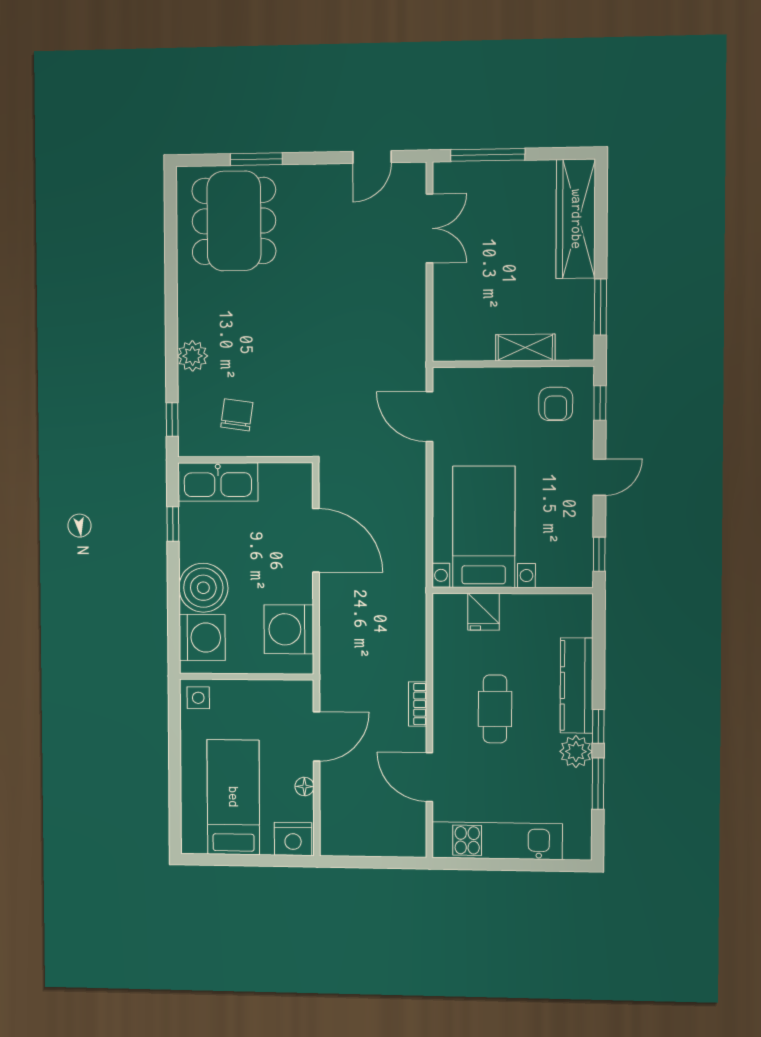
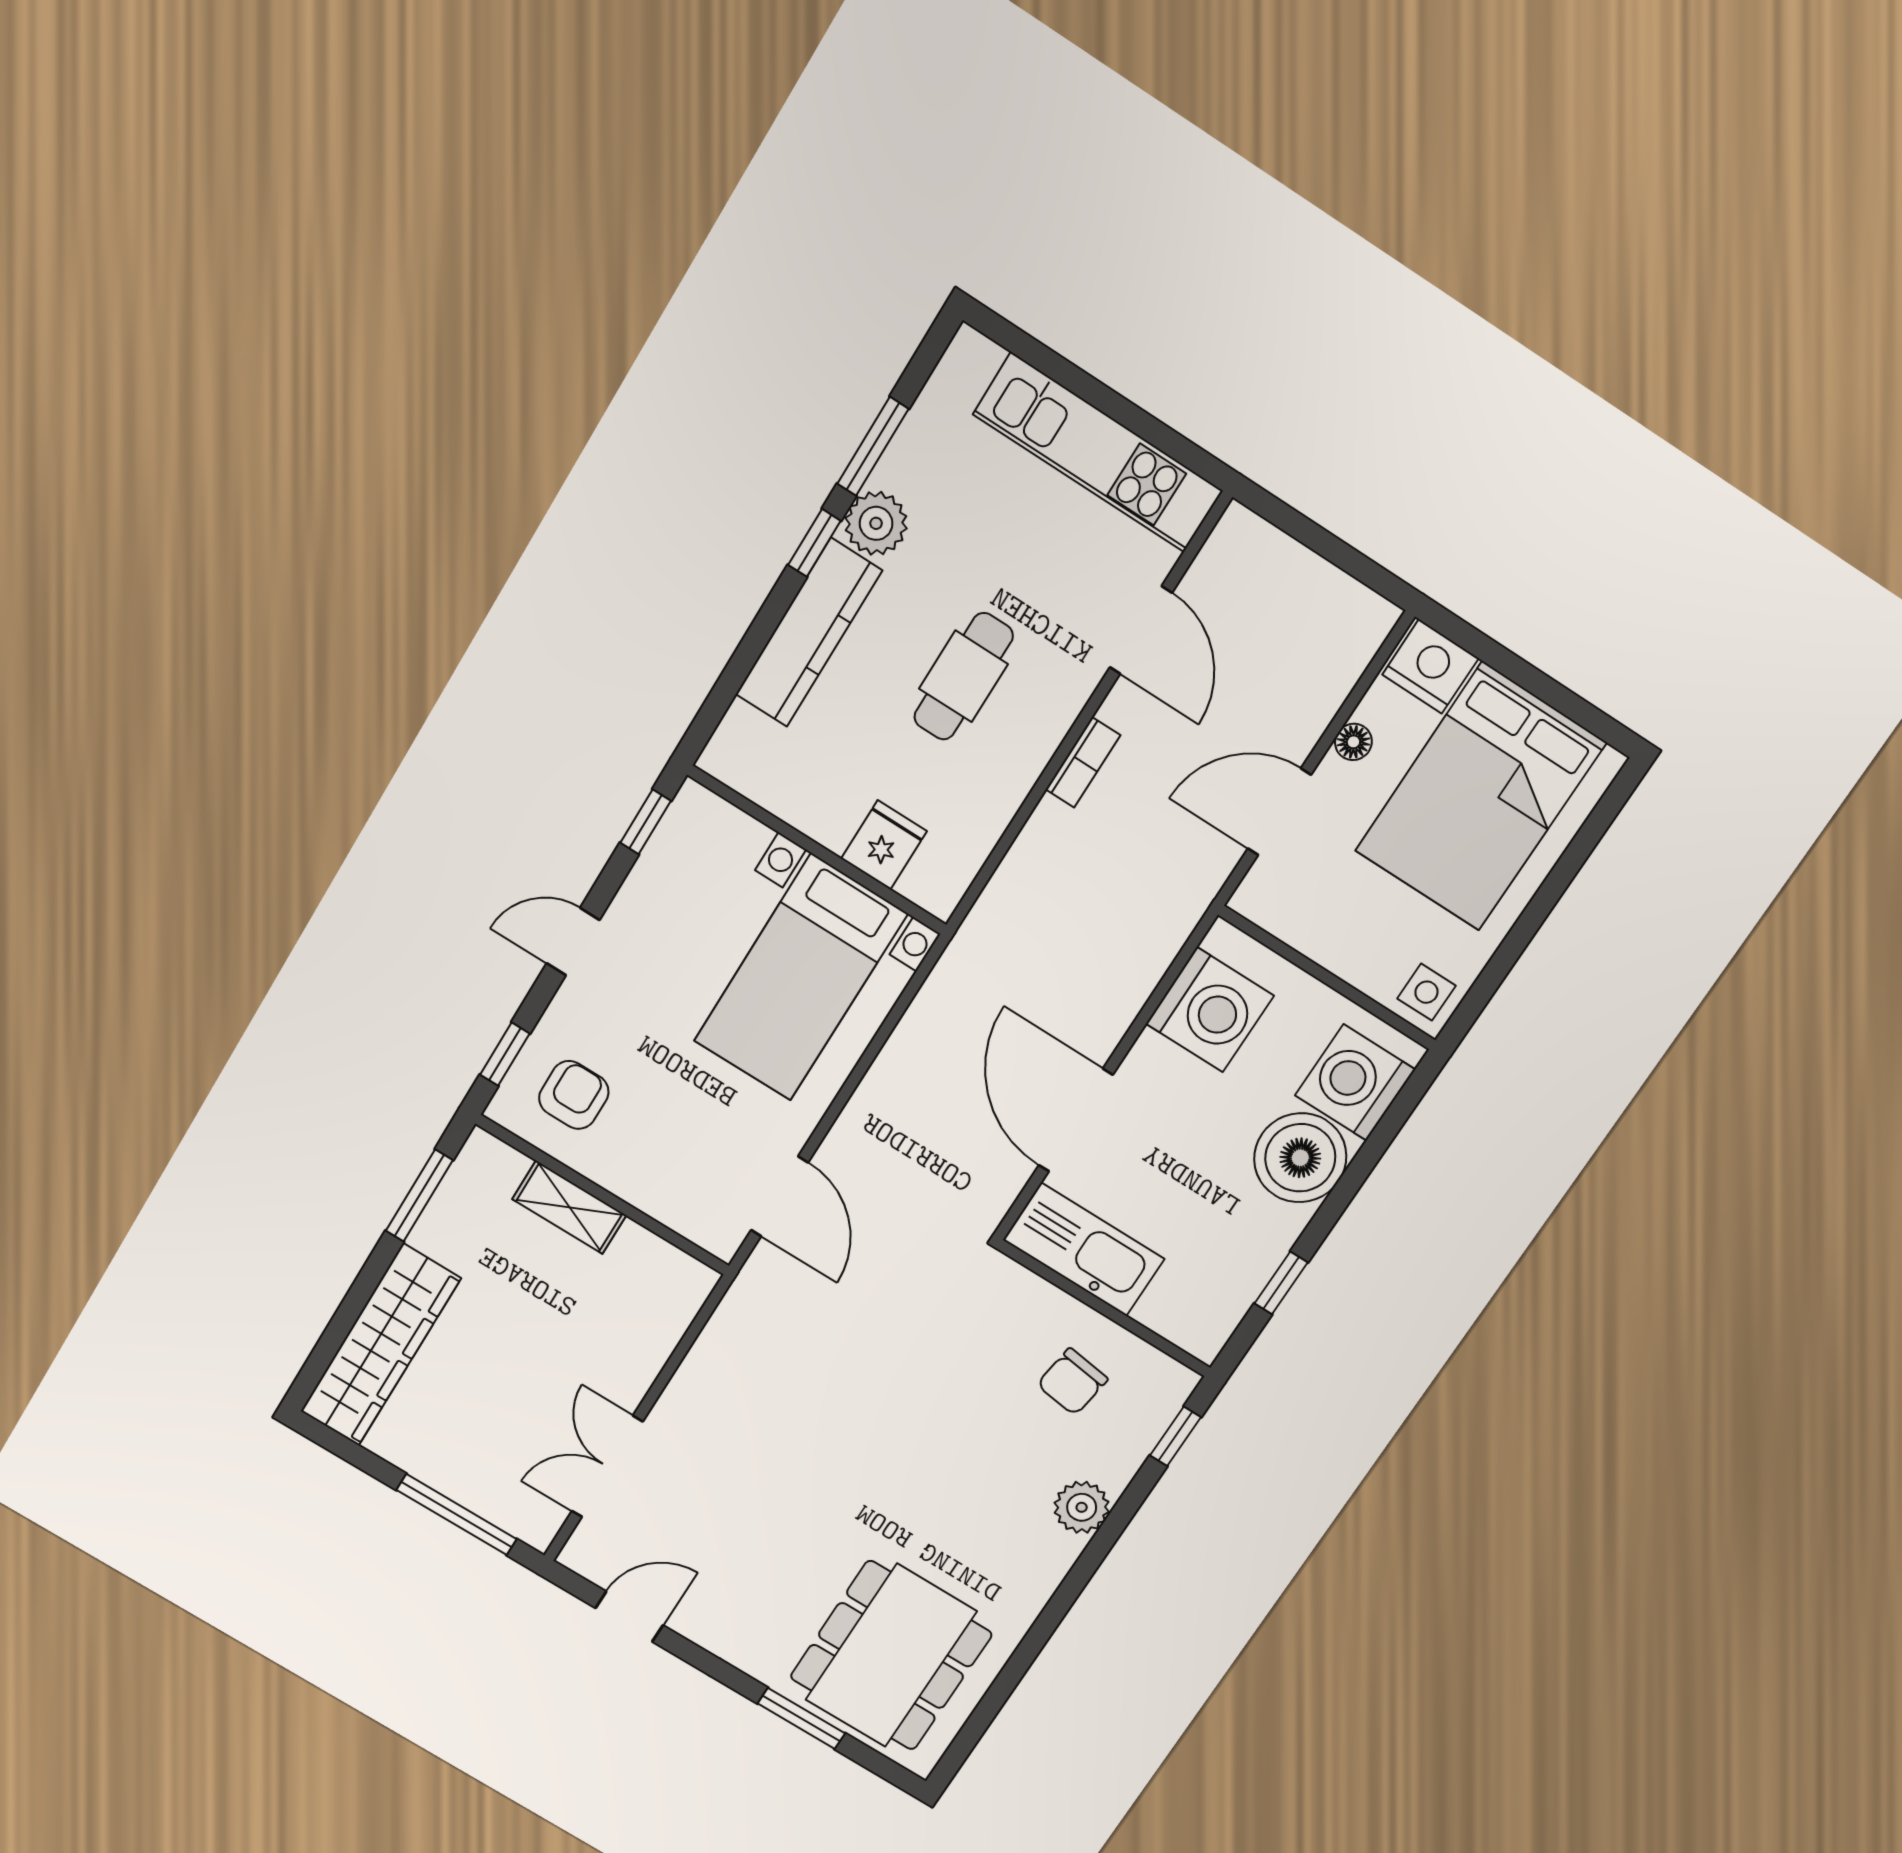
kitchen sink: (218, 482) -> (1084, 1249), moved
bed: (233, 797) -> (1481, 797), width x1.50

